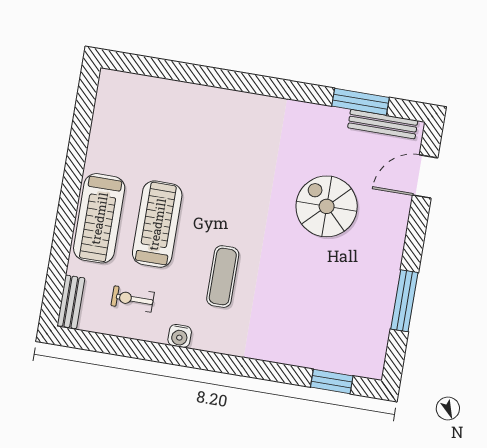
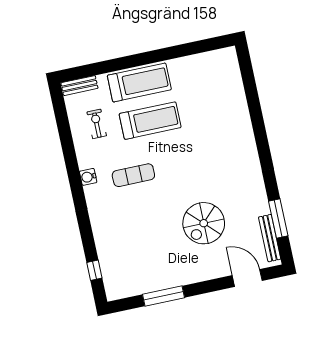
spiral stairs: (327, 206) -> (204, 223), turned 180
treadmill: (99, 218) -> (139, 82), turned 180
water cooler: (180, 336) -> (88, 177), moved
window: (332, 382) -> (94, 270), width x0.67

